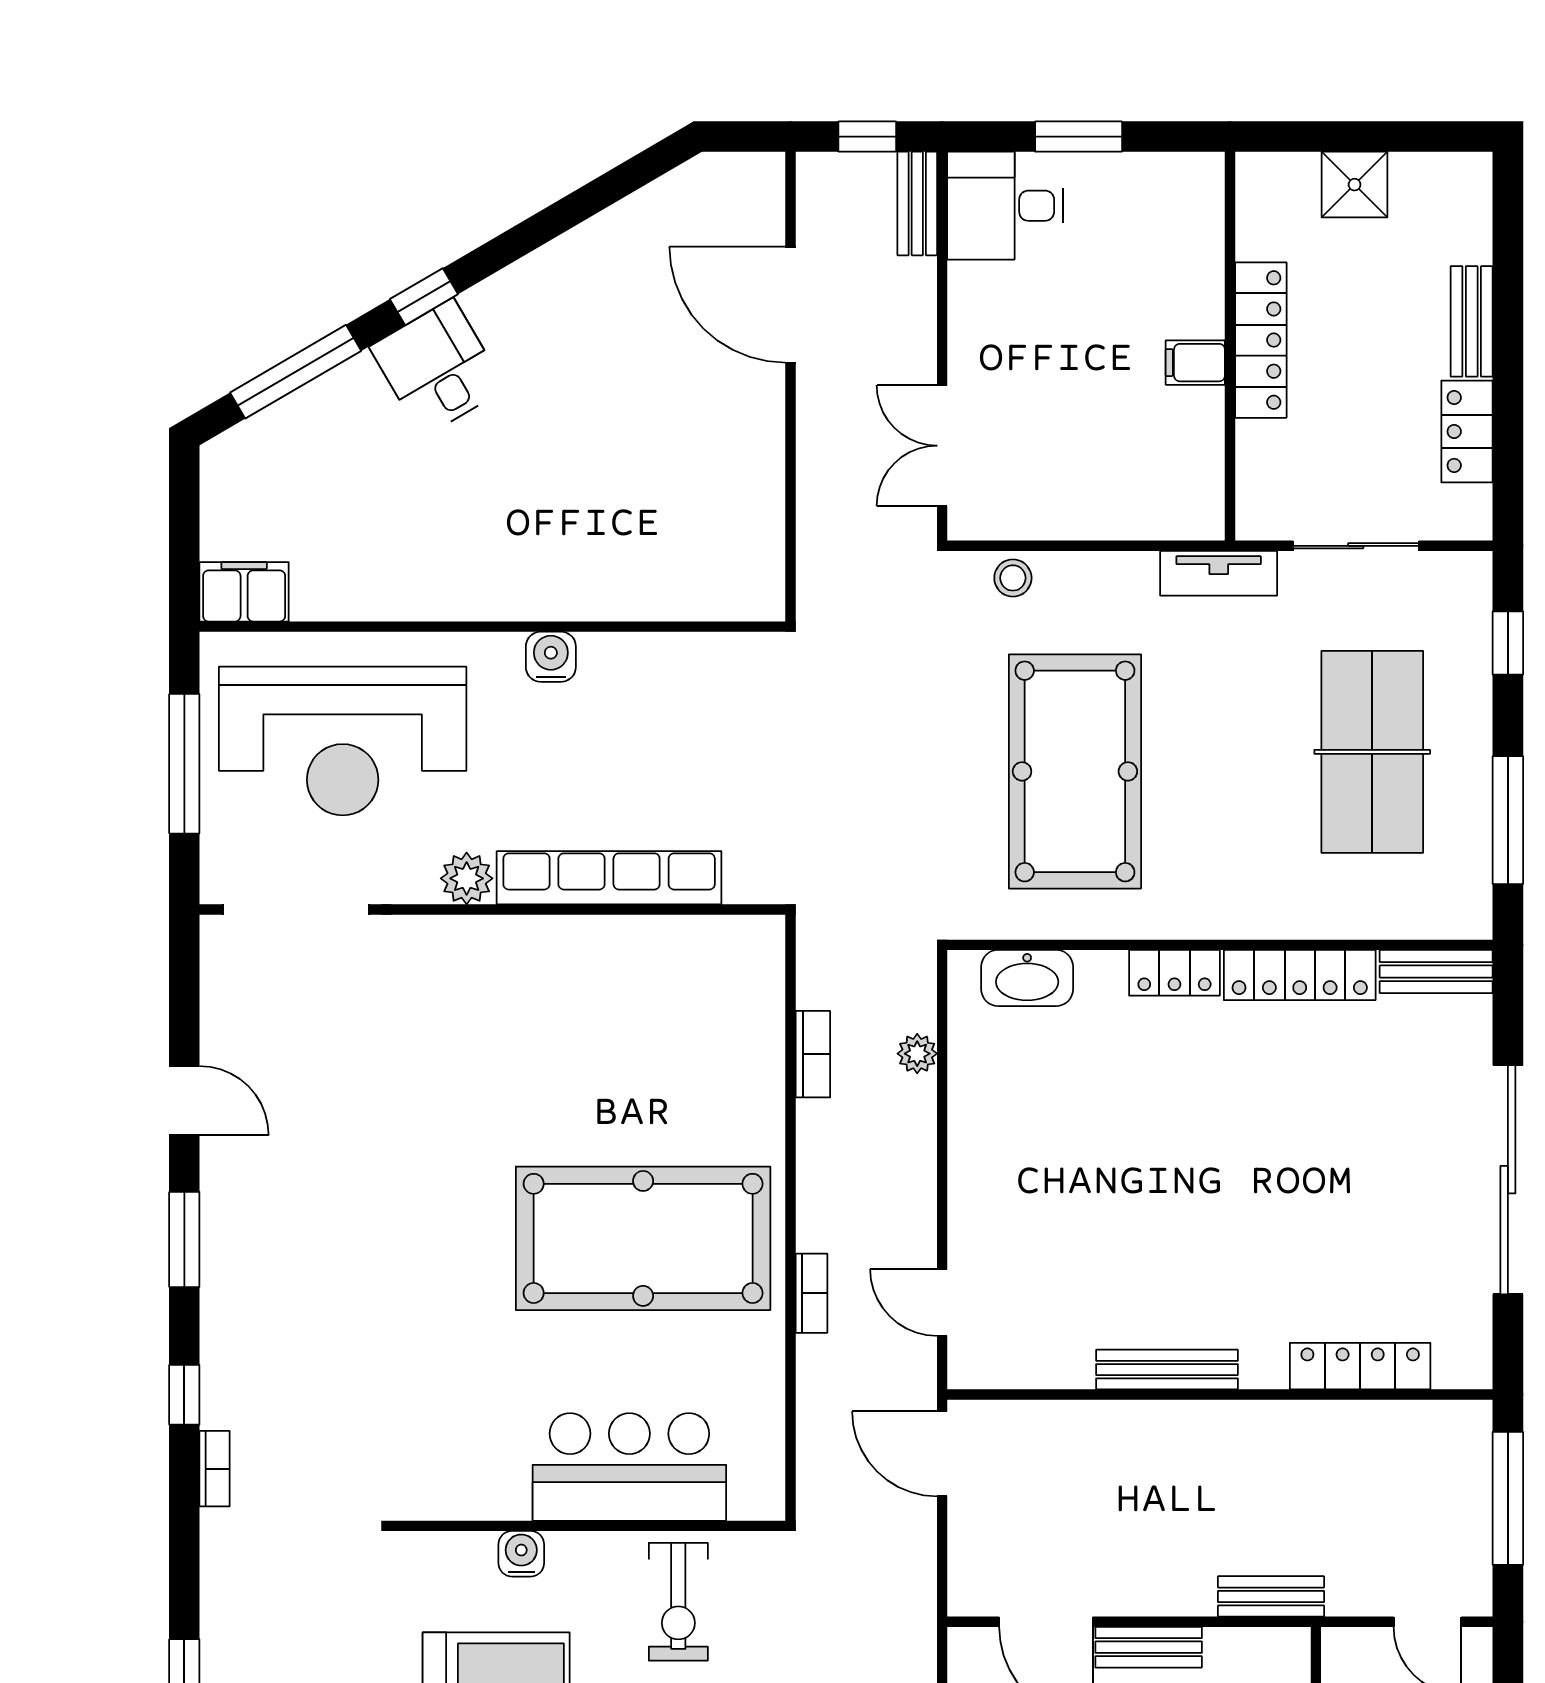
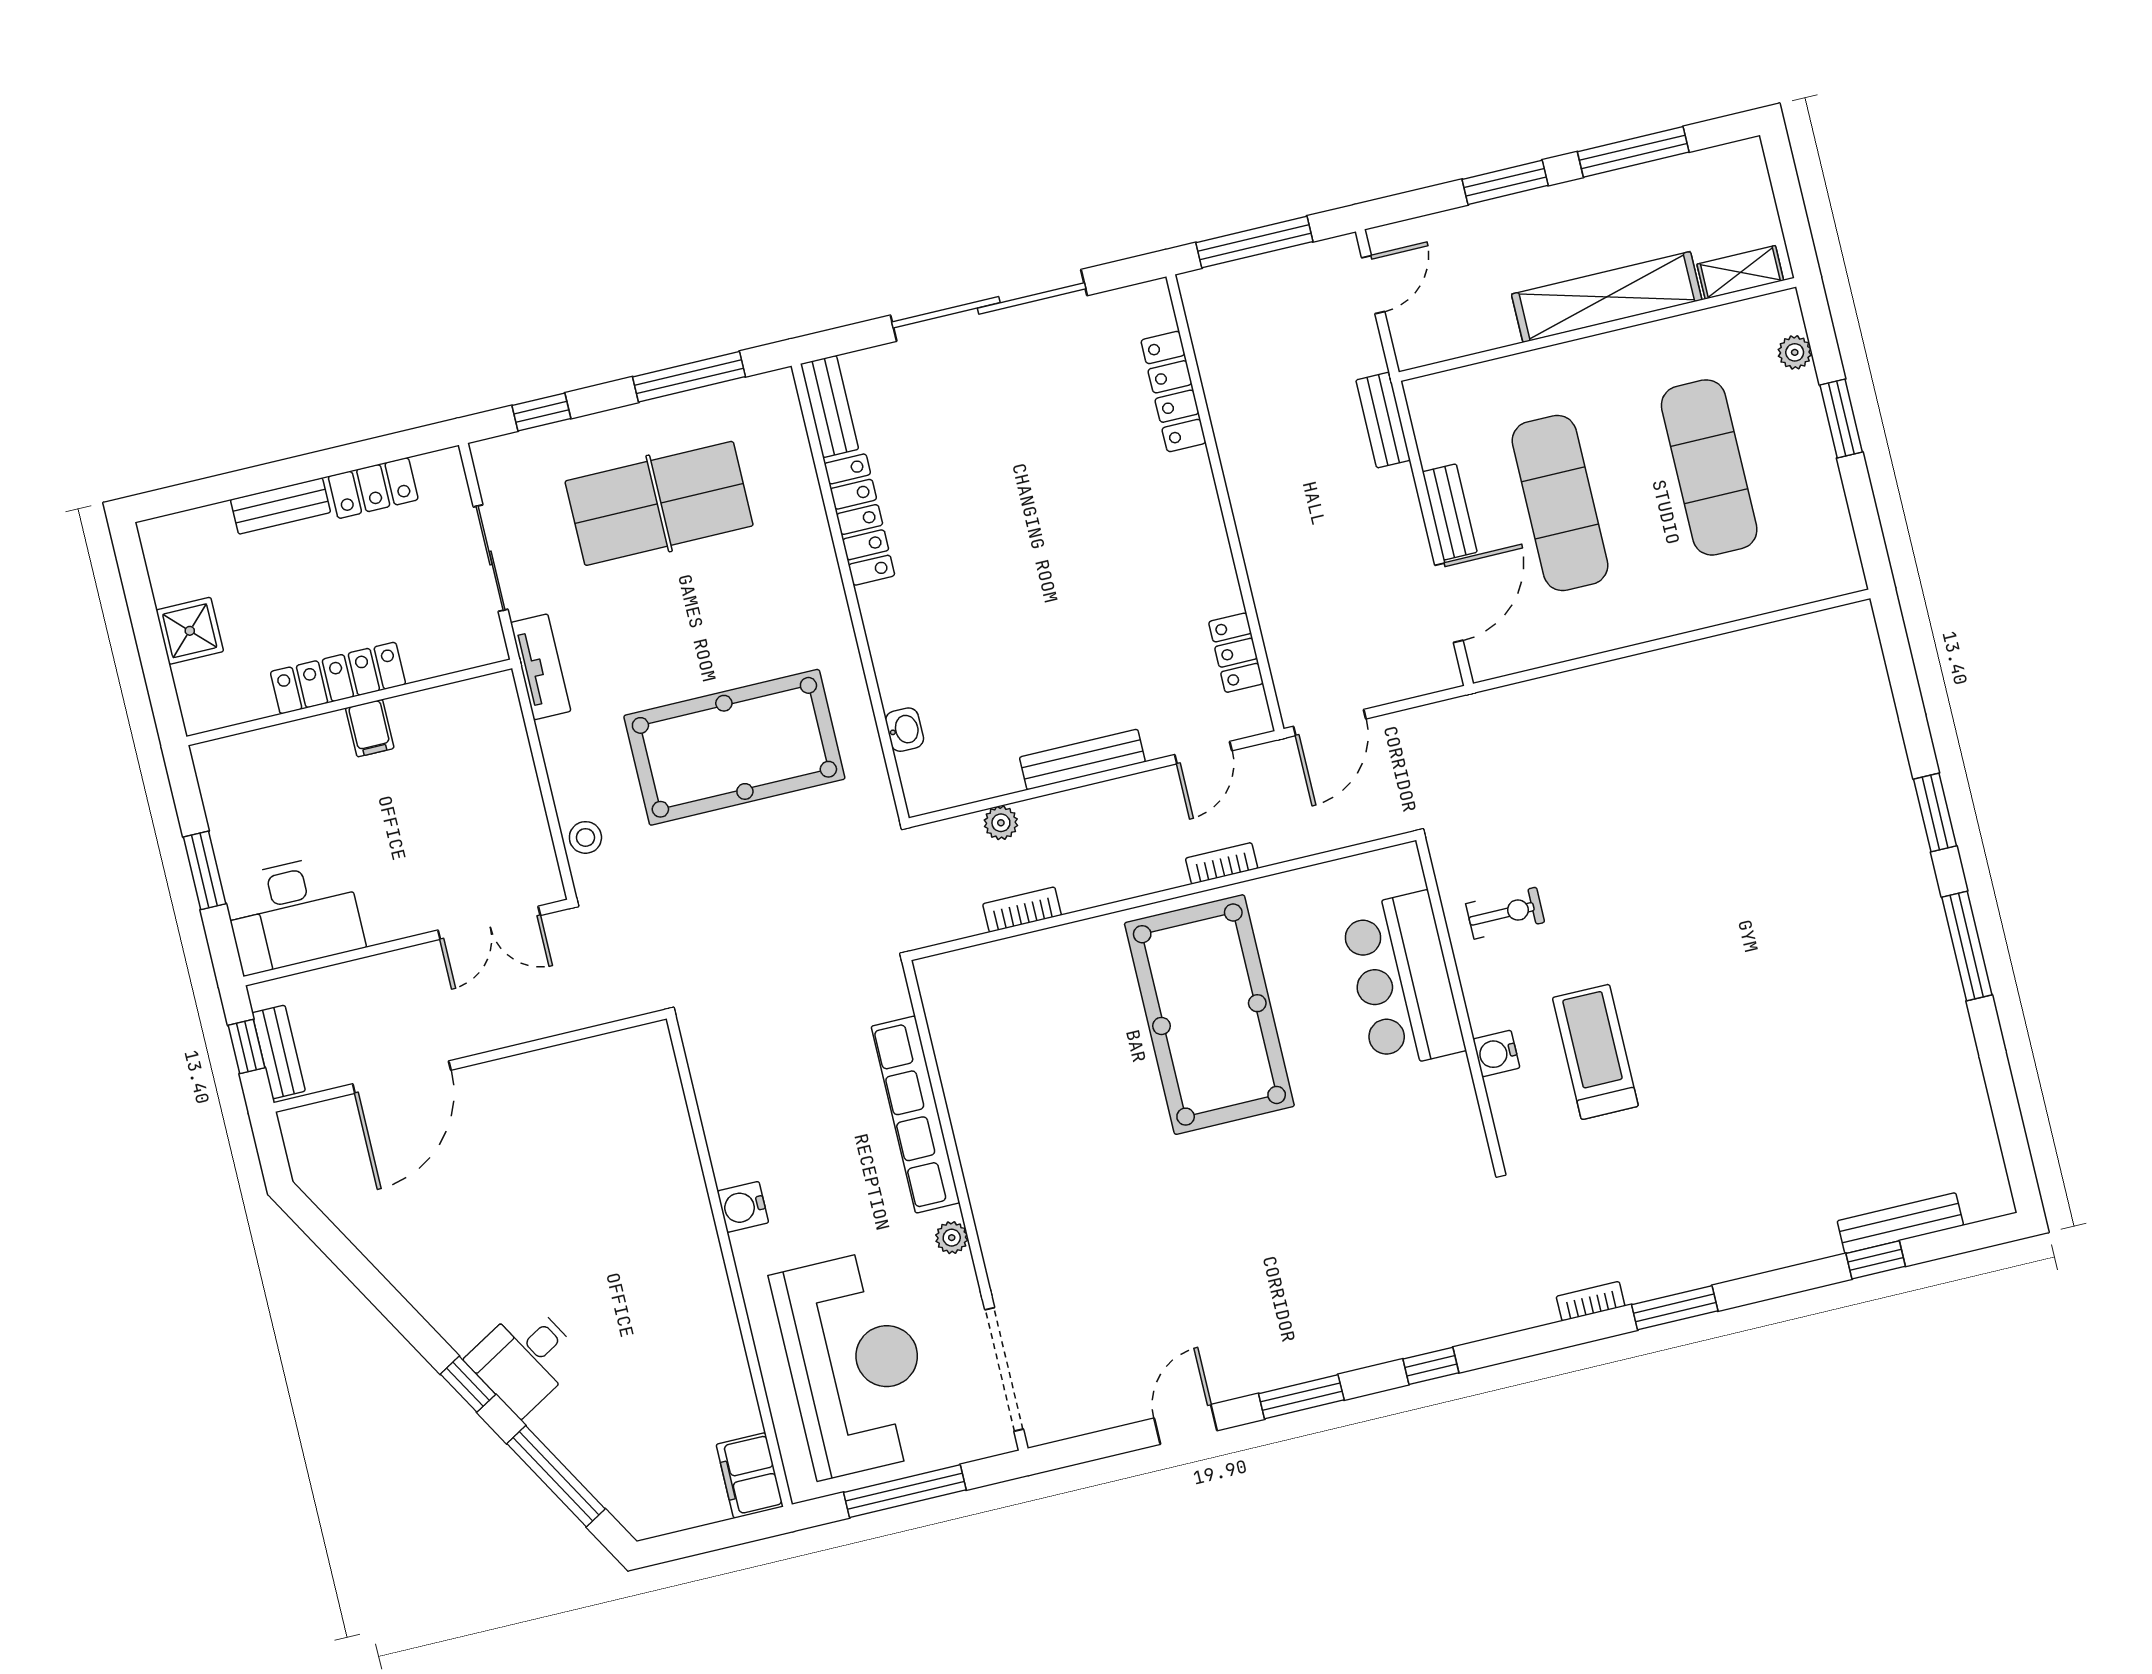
bench: (917, 204) -> (279, 1052), moved, turned 90
desk: (1005, 206) -> (293, 914), width x1.37
plant: (467, 878) -> (952, 1238), width x0.73, depth x0.73
locker: (1174, 973) -> (1236, 653), moved, turned 180
washbasin: (1027, 978) -> (904, 730), width x0.52, depth x0.69
bench: (1167, 1370) -> (1082, 759), moved, turned 90
bookcase: (215, 1469) -> (1591, 1301), moved
exercise bike: (678, 1602) -> (1505, 913), width x0.73, depth x0.72

